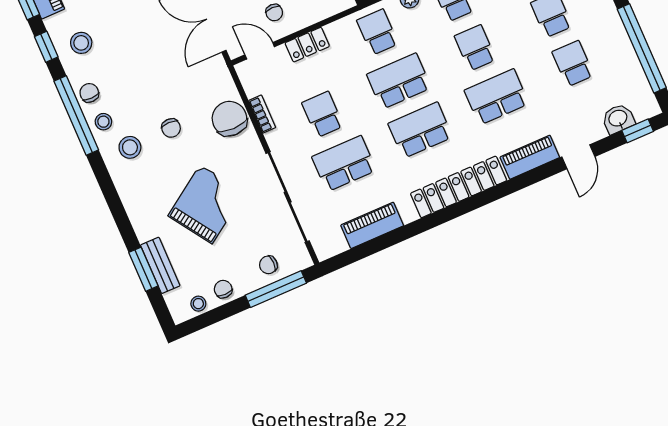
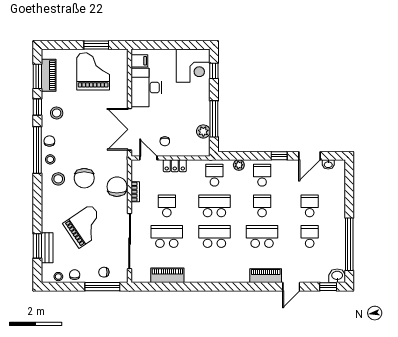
washbasin: (618, 119) -> (337, 276), moved
chair: (171, 128) -> (84, 178), width x1.87, depth x1.87
locker: (459, 187) -> (221, 275), removed

